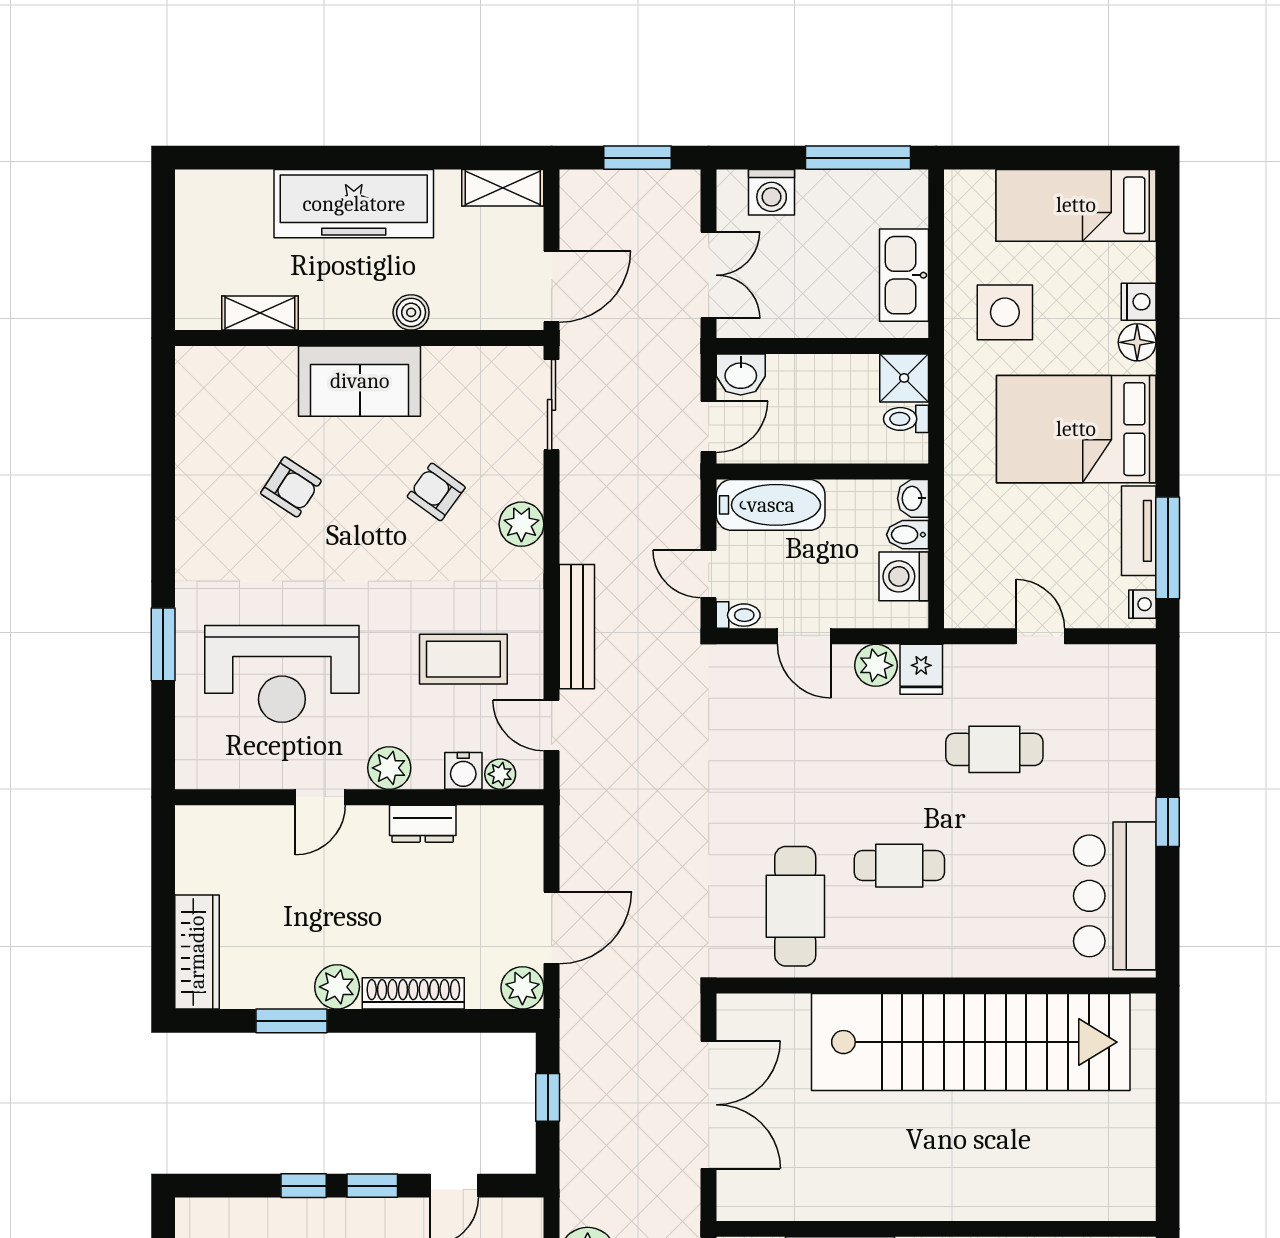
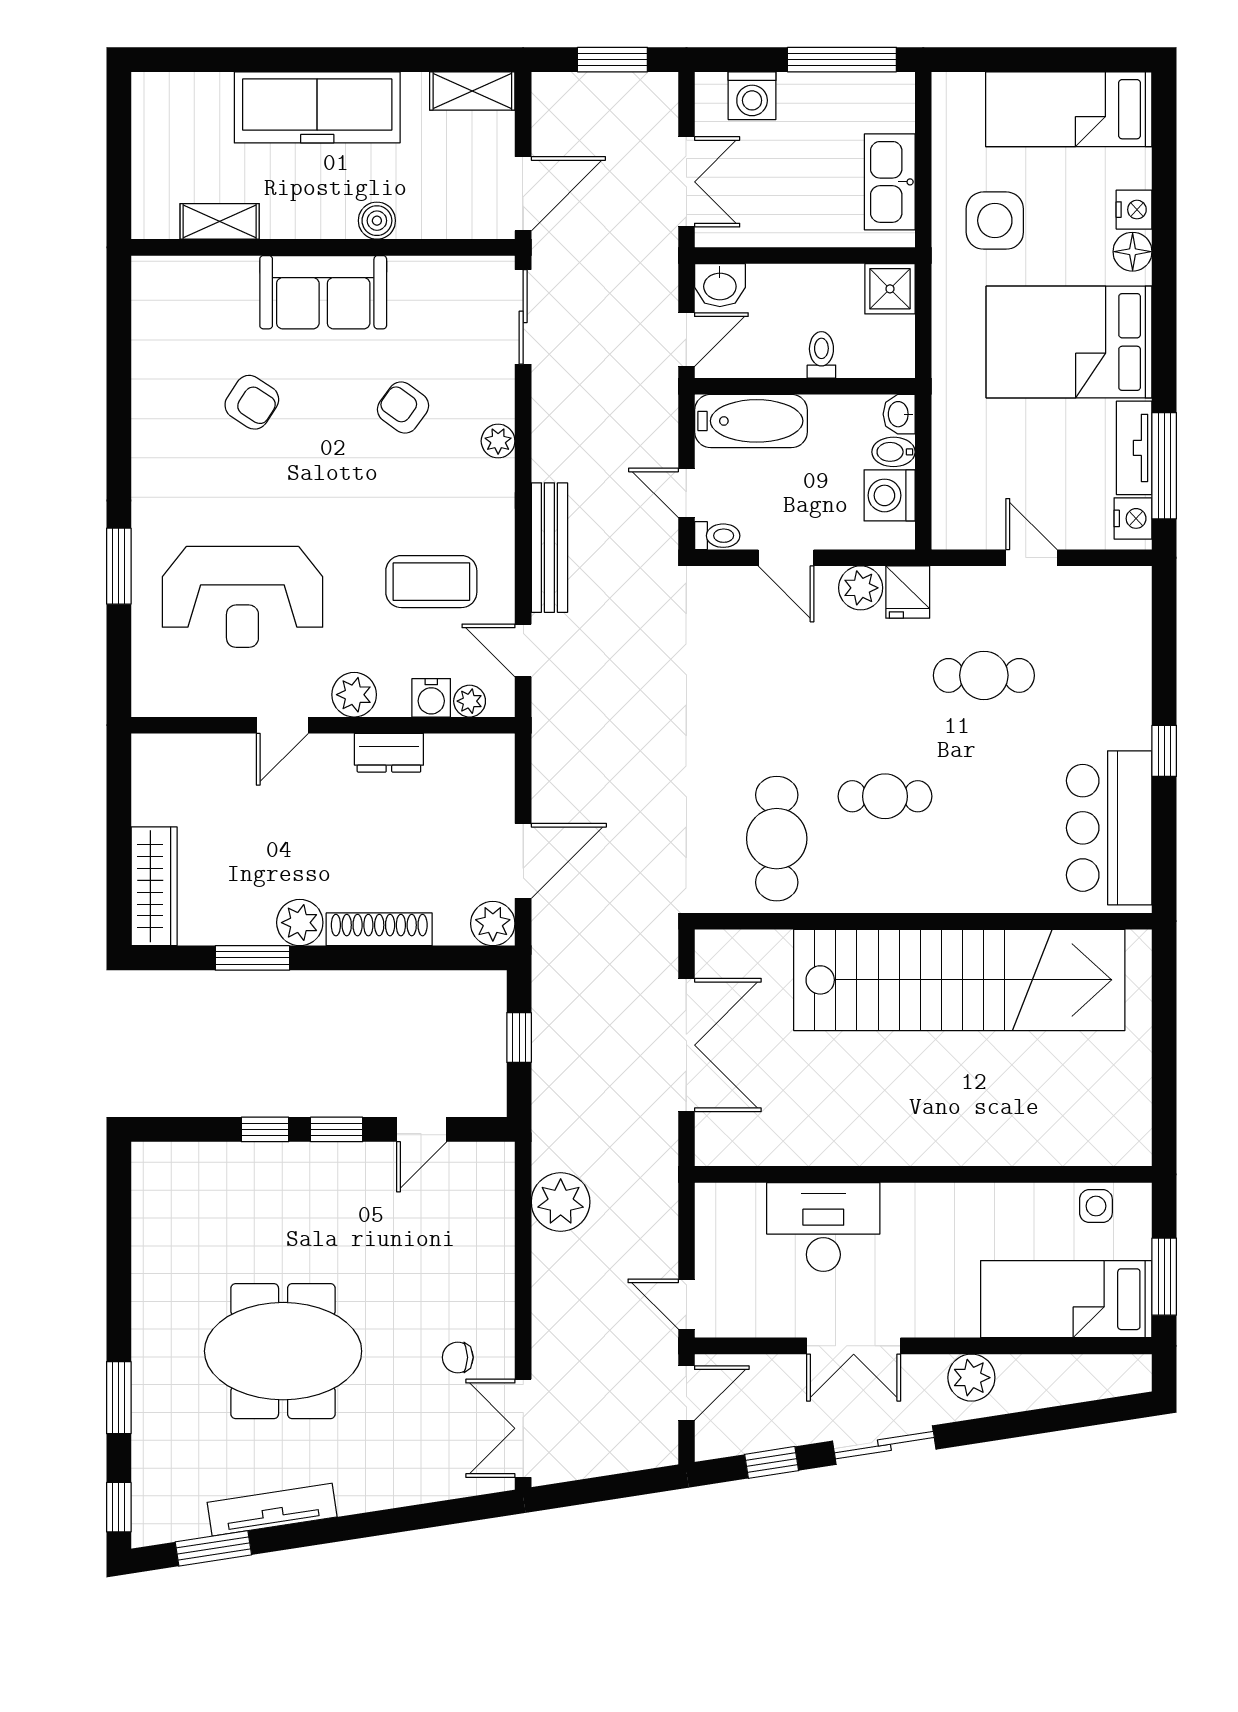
toilet: (906, 419) -> (821, 355), moved, turned 90
plant: (521, 524) -> (498, 441), width x0.73, depth x0.73
nightstand: (1142, 604) -> (1133, 518), width x1.39, depth x1.35

